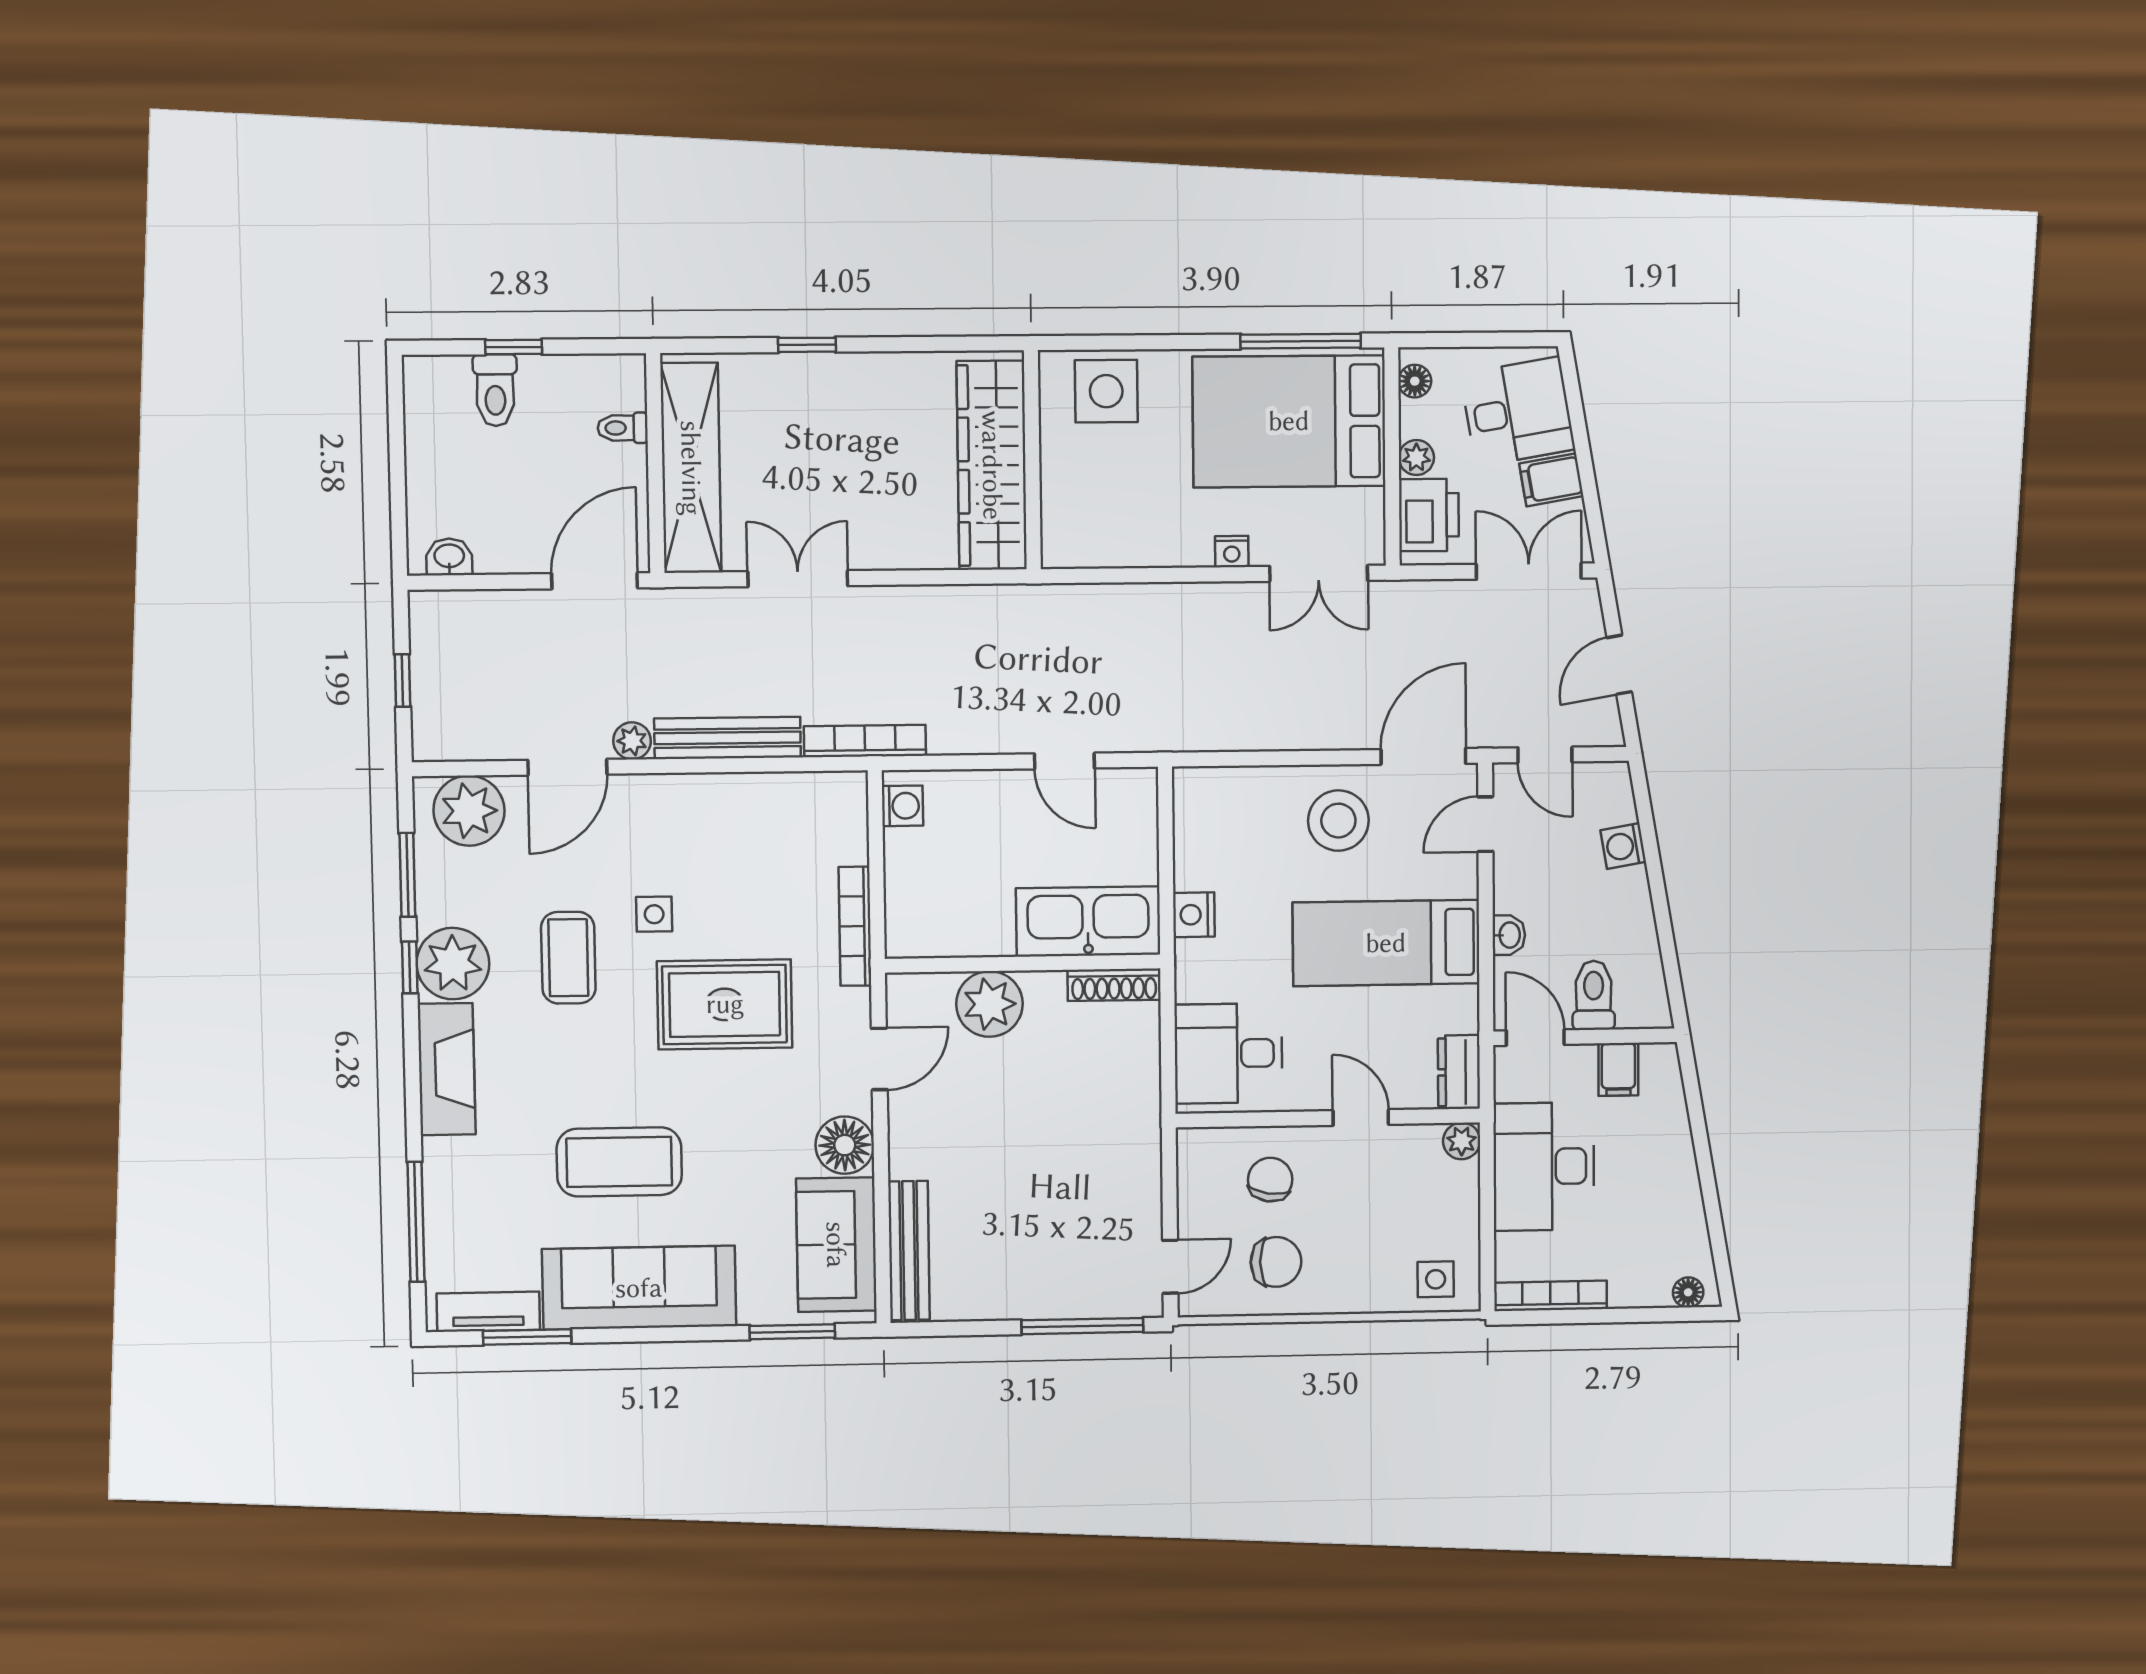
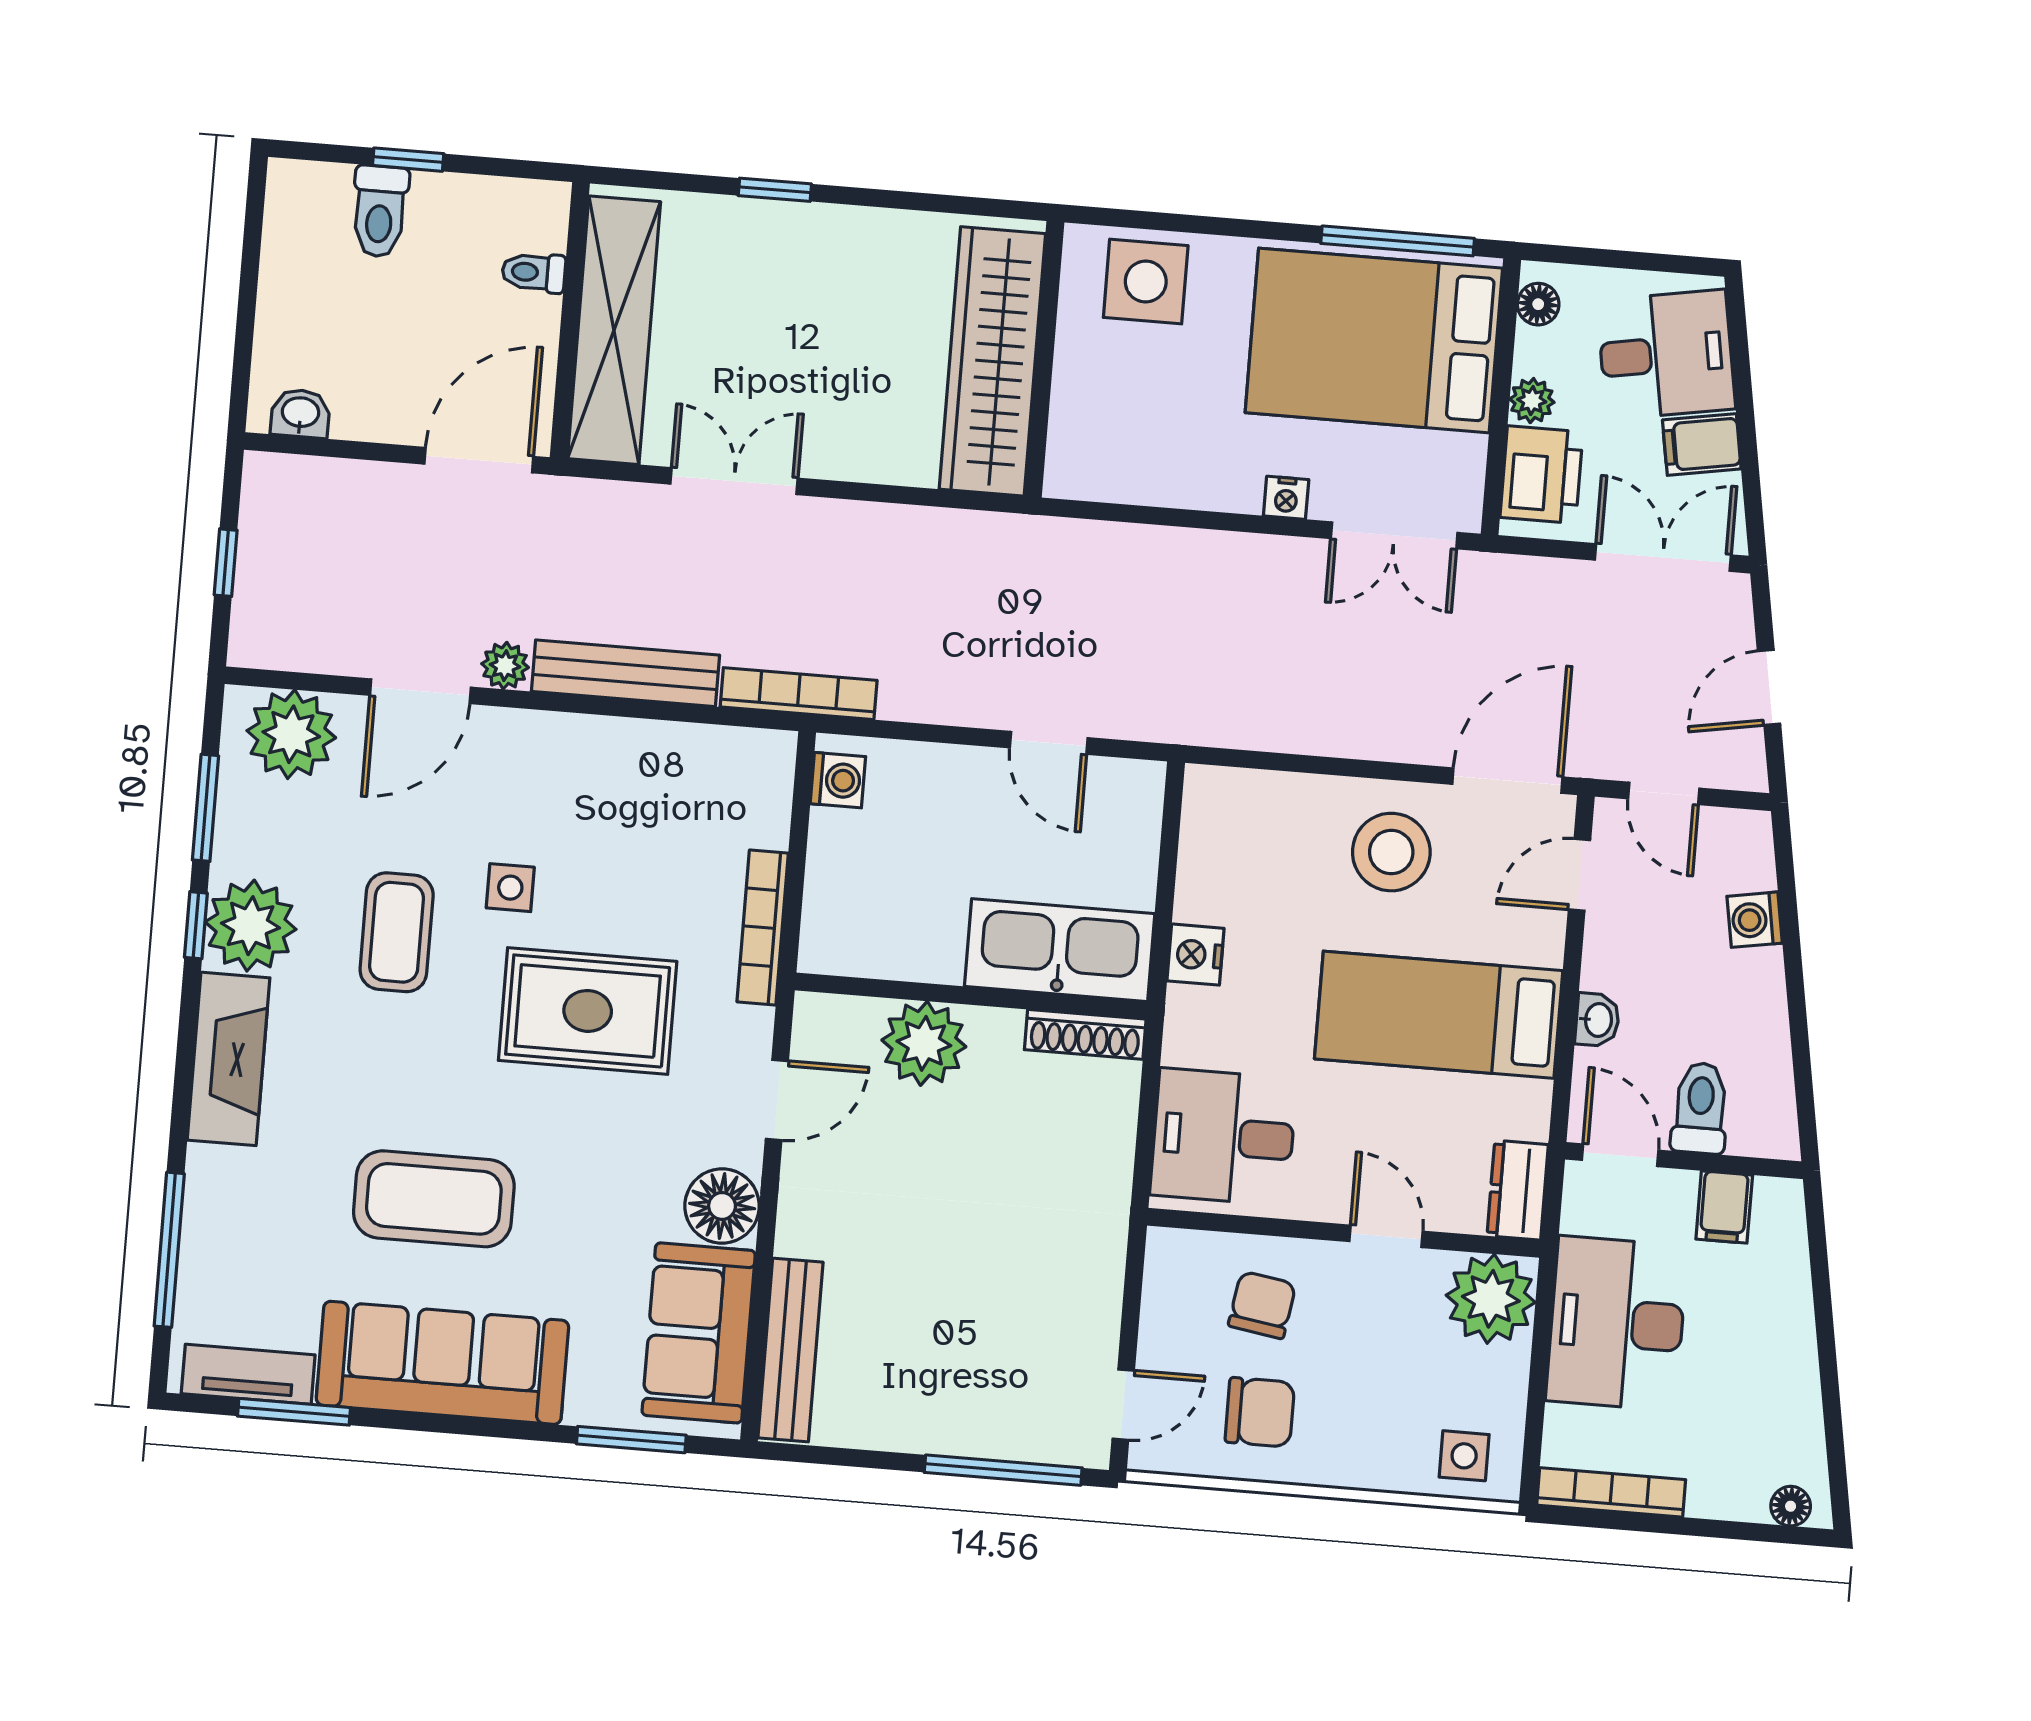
plant: (1462, 1141) -> (1491, 1299), width x1.87, depth x1.87

